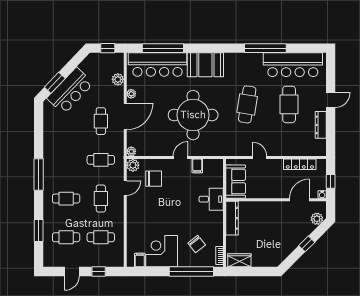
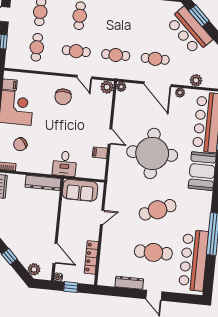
cafe table: (247, 104) -> (158, 210), turned -33
cafe table: (101, 160) -> (116, 55), turned 90
chair: (154, 179) -> (63, 97), moved

